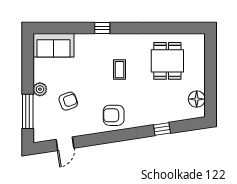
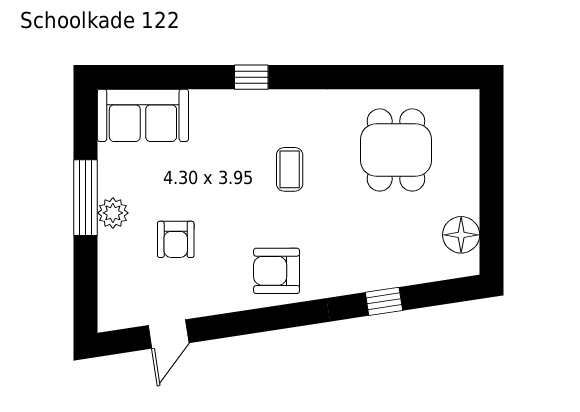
armchair: (68, 101) -> (176, 239), turned 110
window: (28, 111) -> (86, 198), moved

